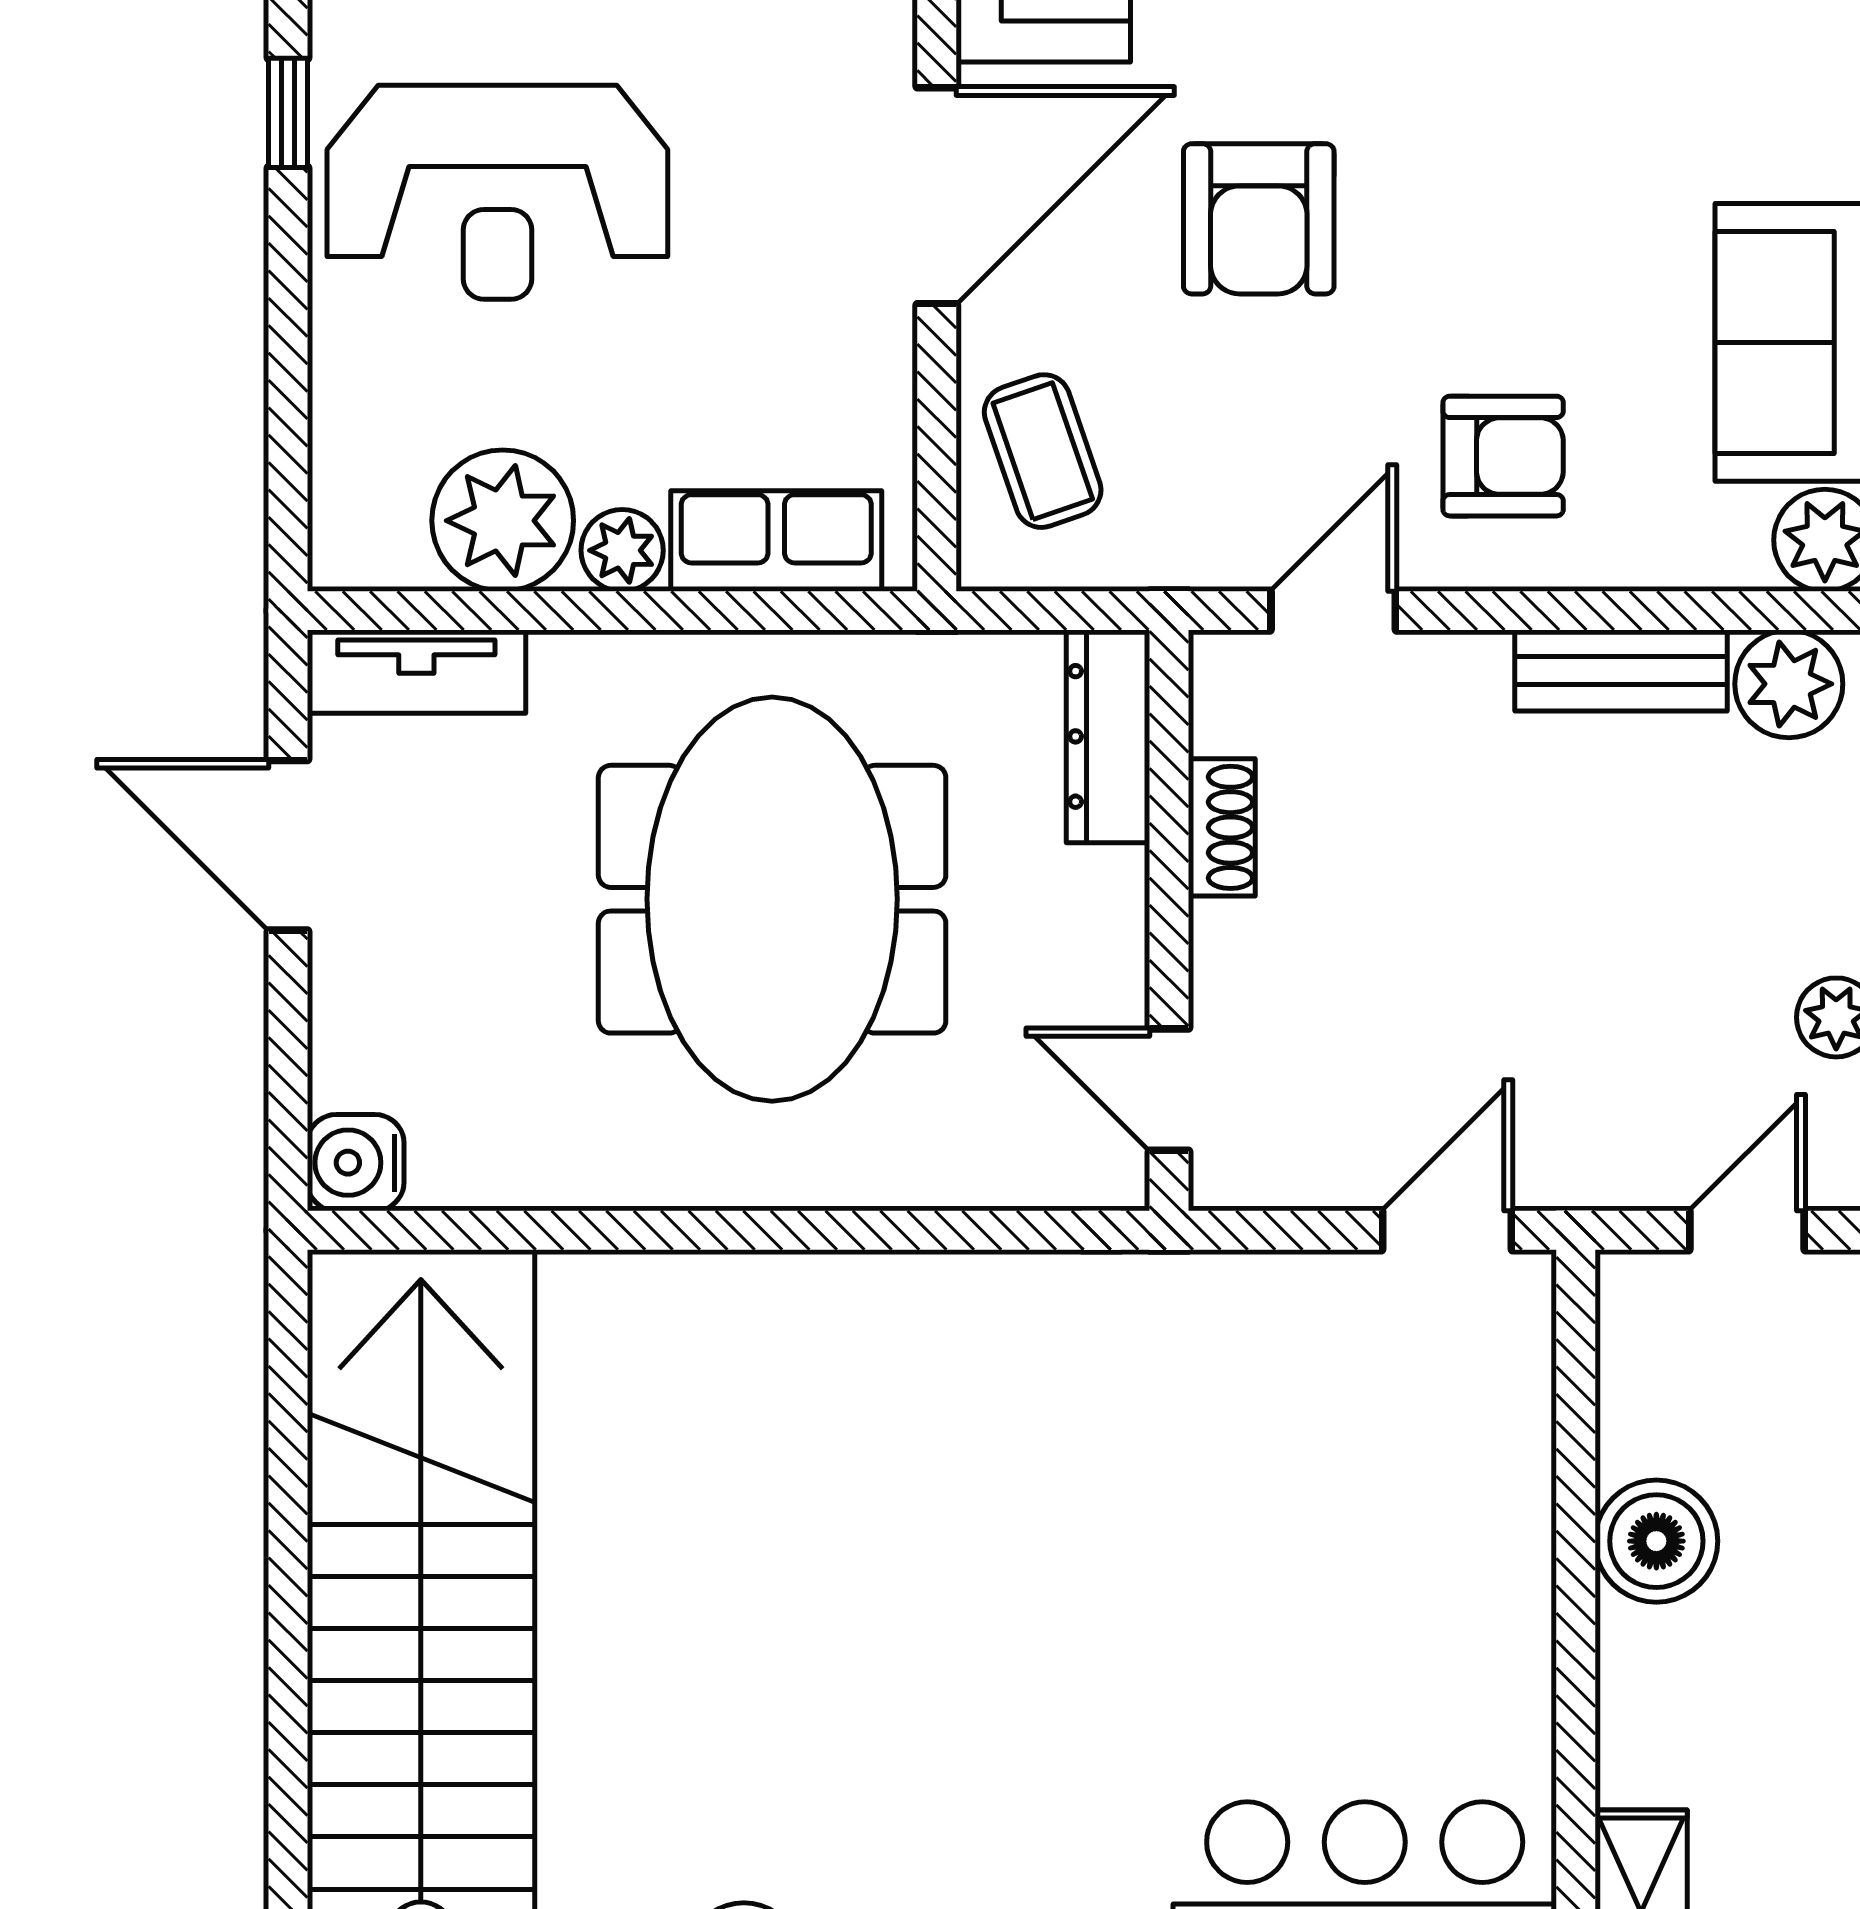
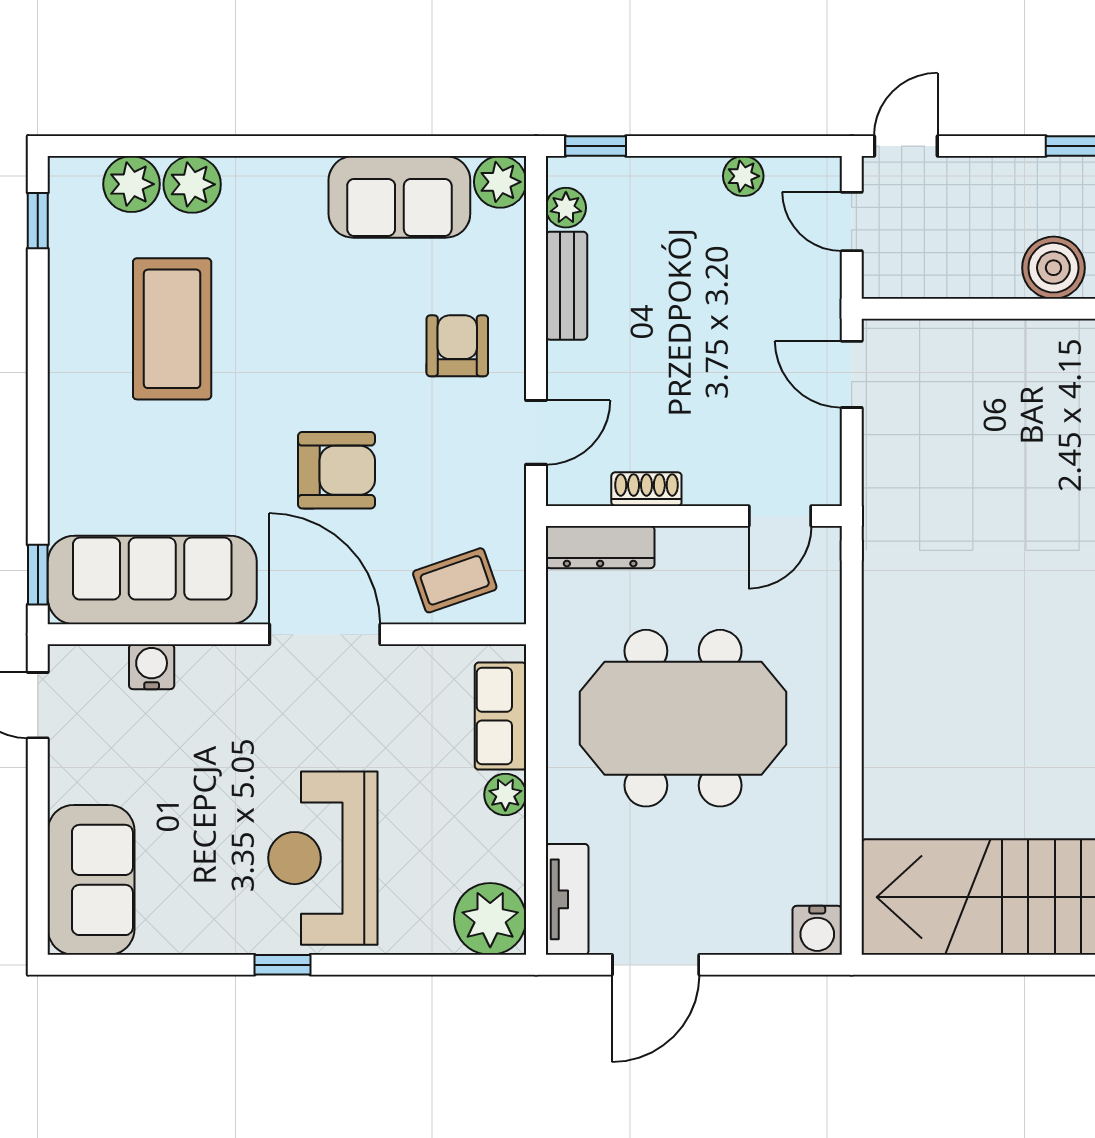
reception desk: (497, 192) -> (323, 858), turned 180
plant: (503, 521) -> (490, 919), moved
door: (1333, 611) -> (536, 432), swing flipped
plant: (1789, 684) -> (566, 208), width x0.73, depth x0.73
boiler: (1656, 1541) -> (1053, 268), moved

